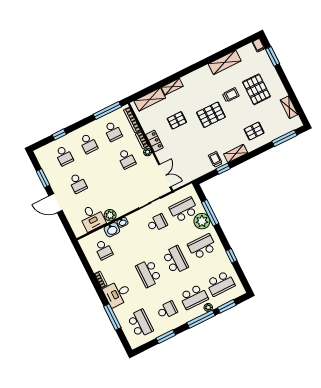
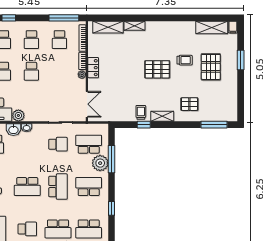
window: (273, 56) -> (241, 60), moved
shelving: (225, 62) -> (212, 27), moved
shelving: (289, 107) -> (233, 98), removed
pallet: (177, 120) -> (123, 59), removed
school desk: (127, 159) -> (31, 71), moved
school desk: (149, 273) -> (27, 187), turned -90

